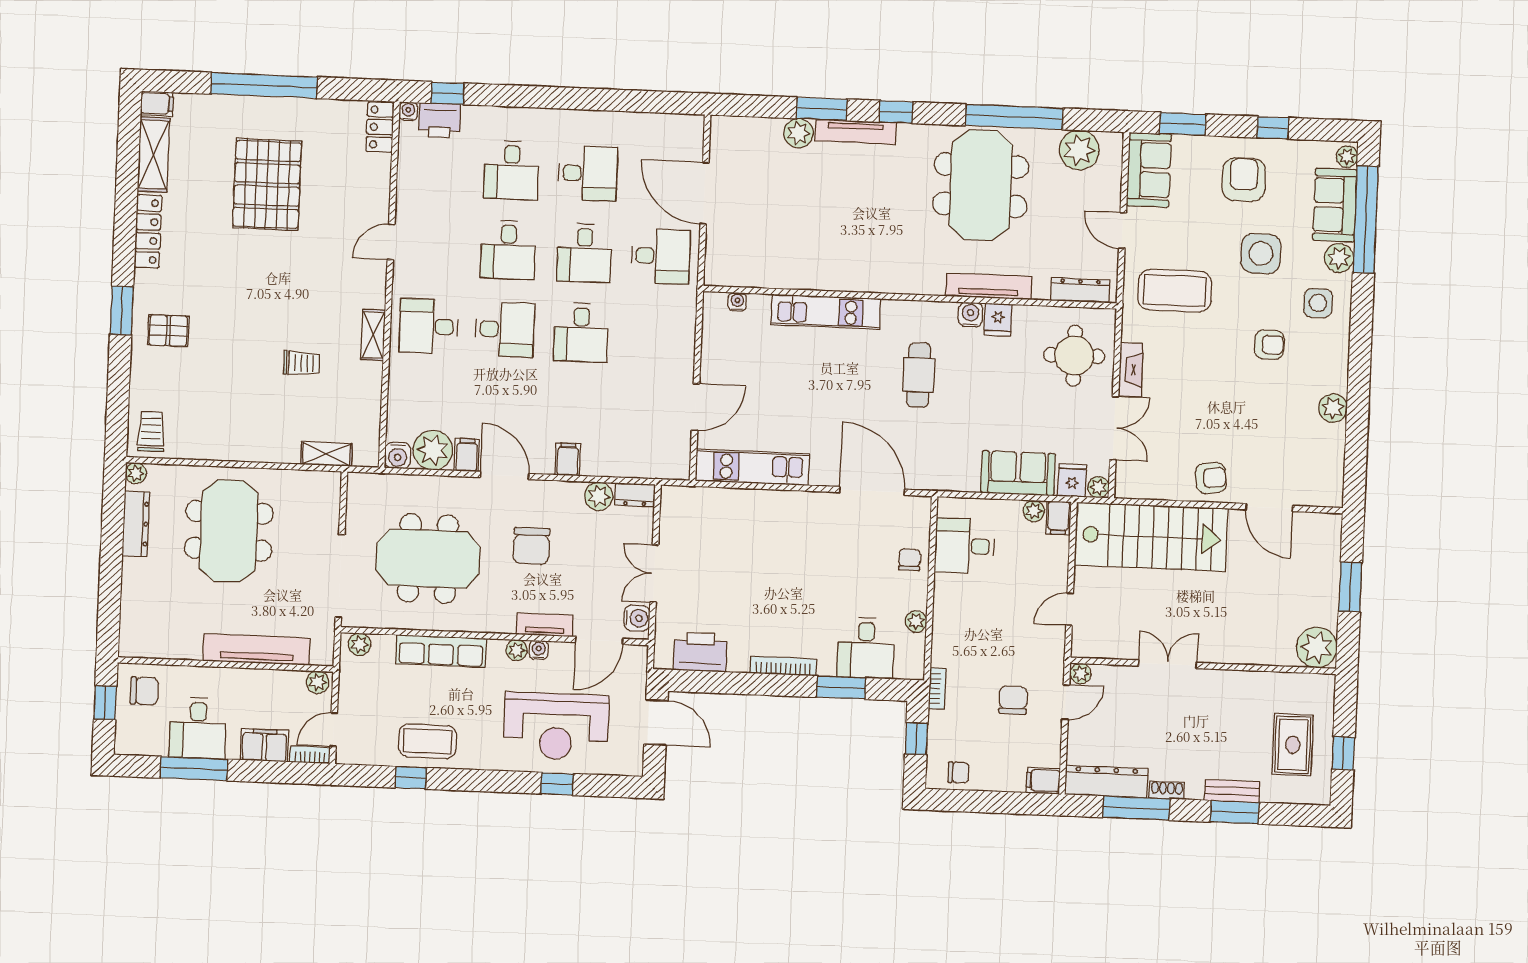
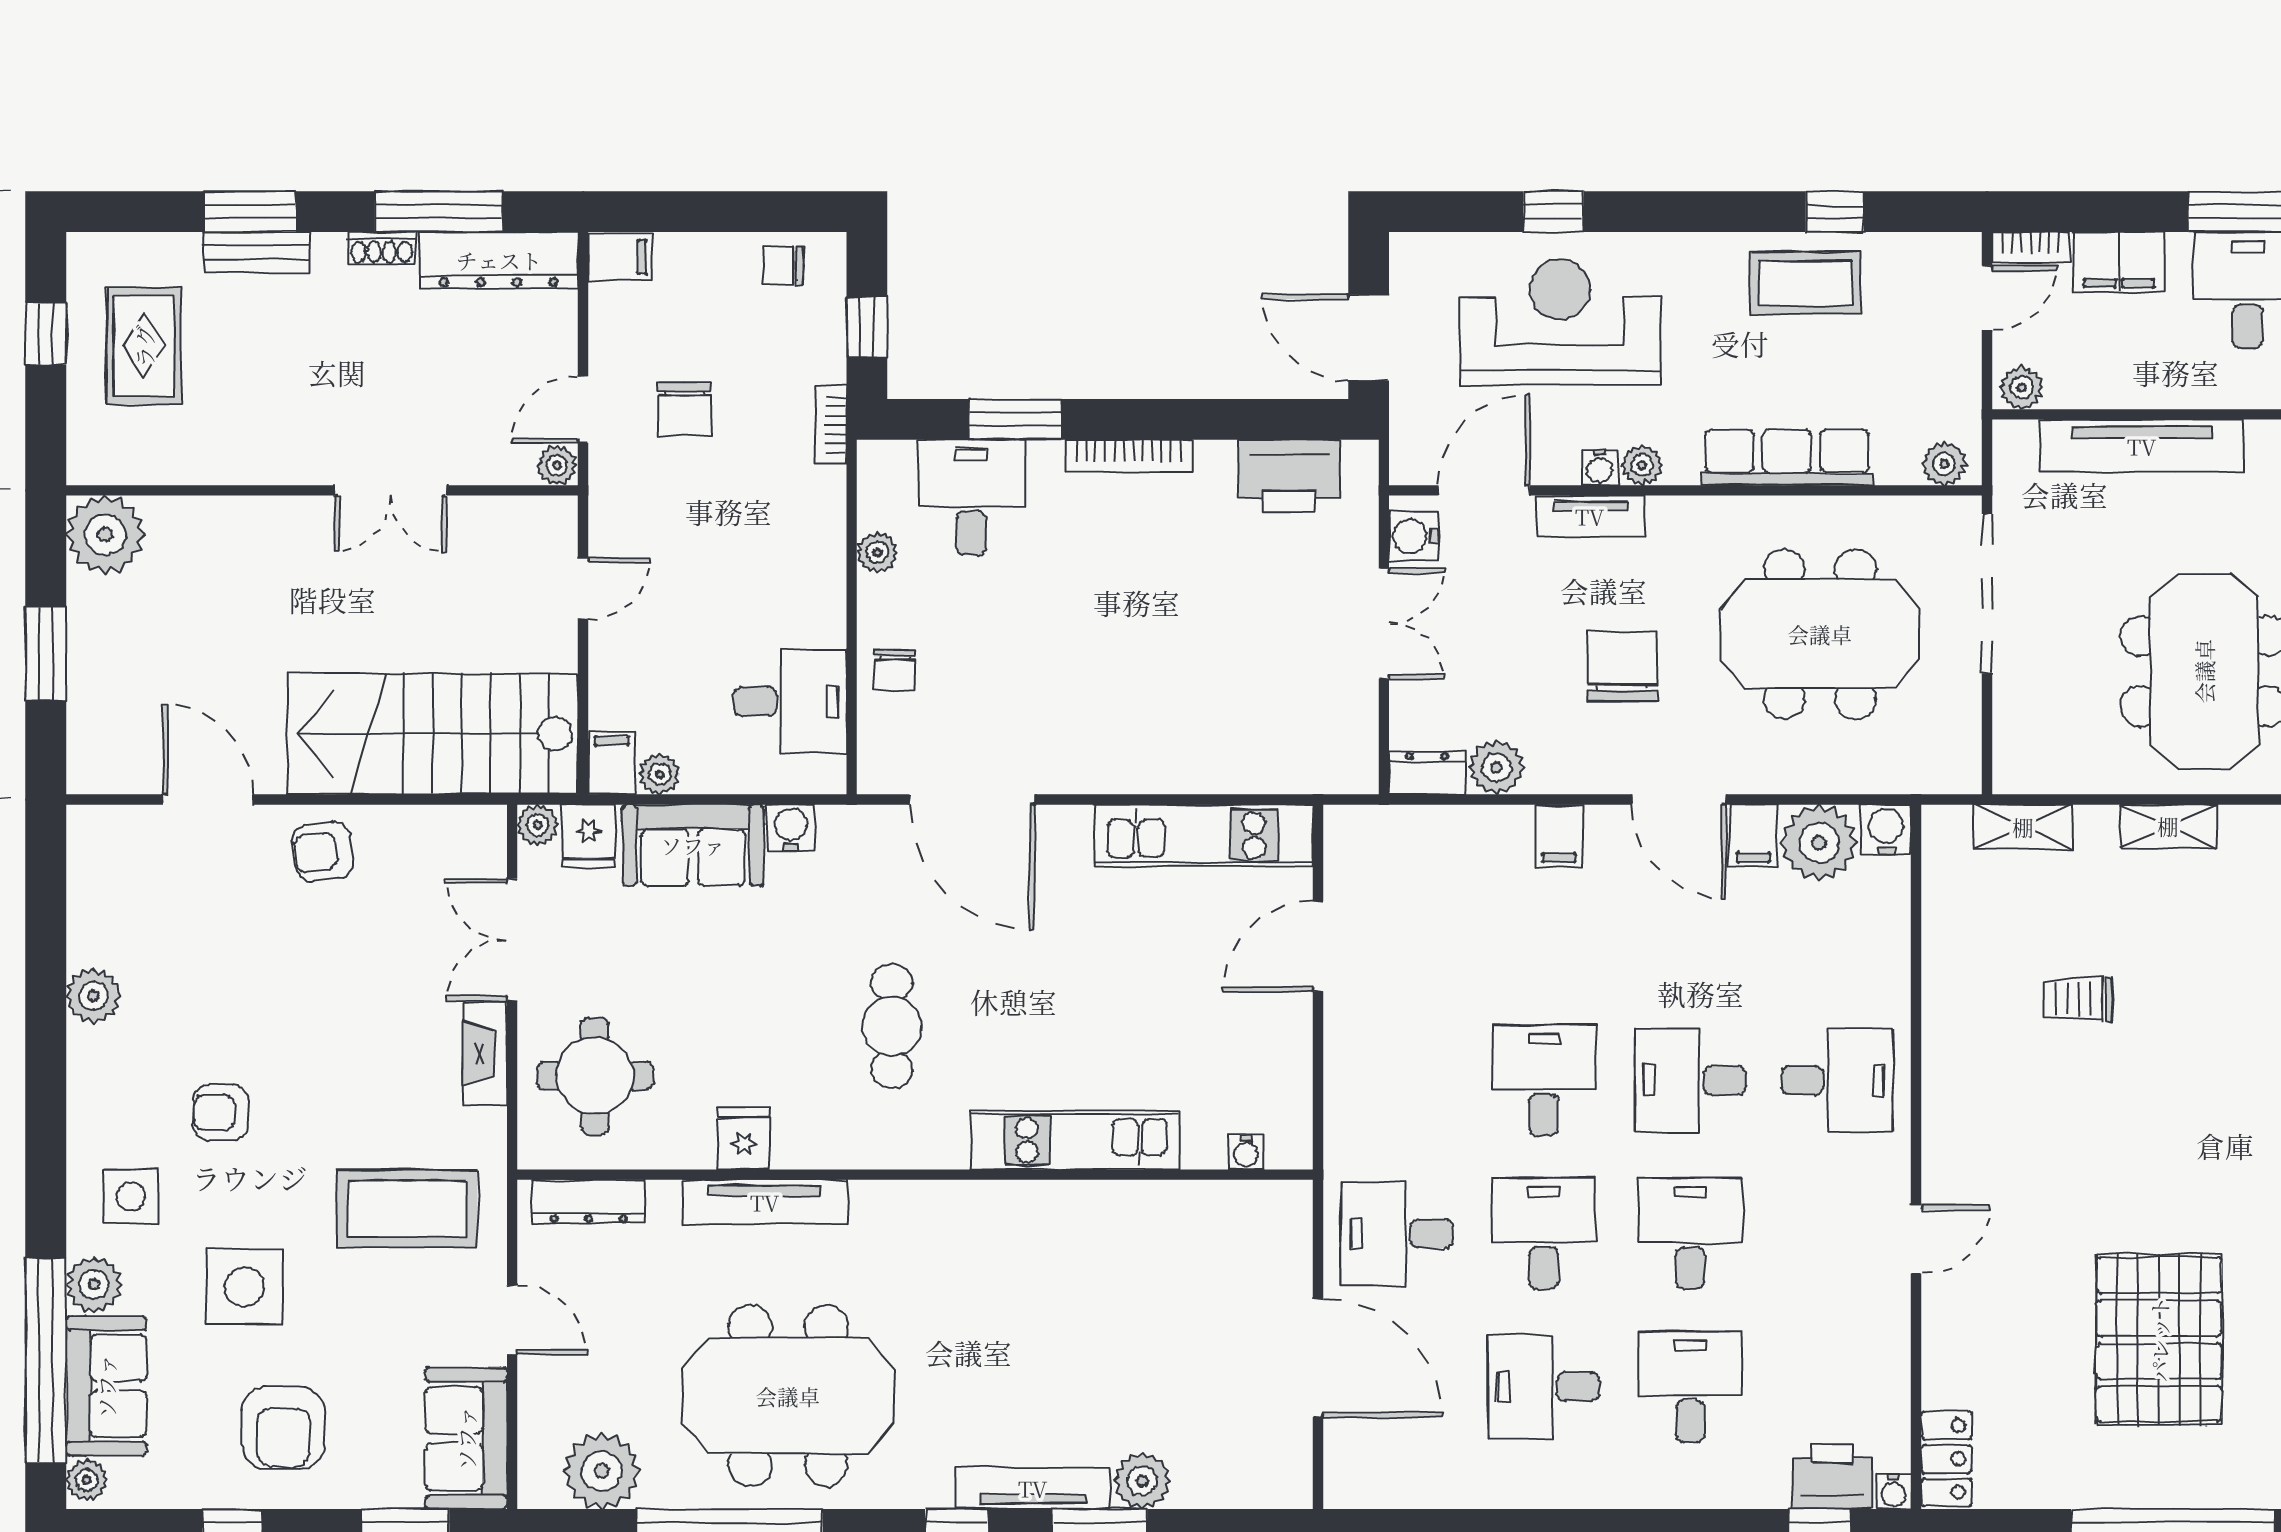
meeting table: (981, 185) -> (788, 1396), turned 90
water cooler: (970, 315) -> (791, 828), moved, turned 180
shelving: (373, 335) -> (2168, 826), moved, turned 90

